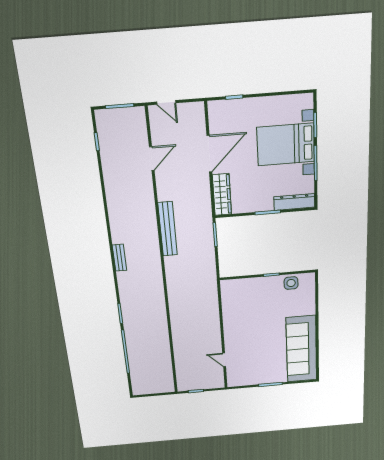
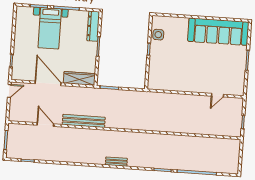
door: (166, 102) -> (9, 91), moved
bed with nightstands: (286, 144) -> (50, 28), width x0.73
bench: (168, 229) -> (84, 121), moved

